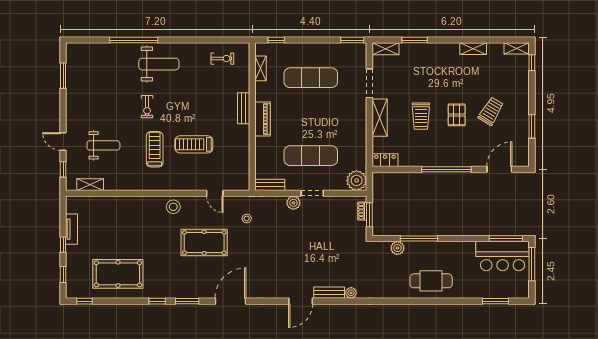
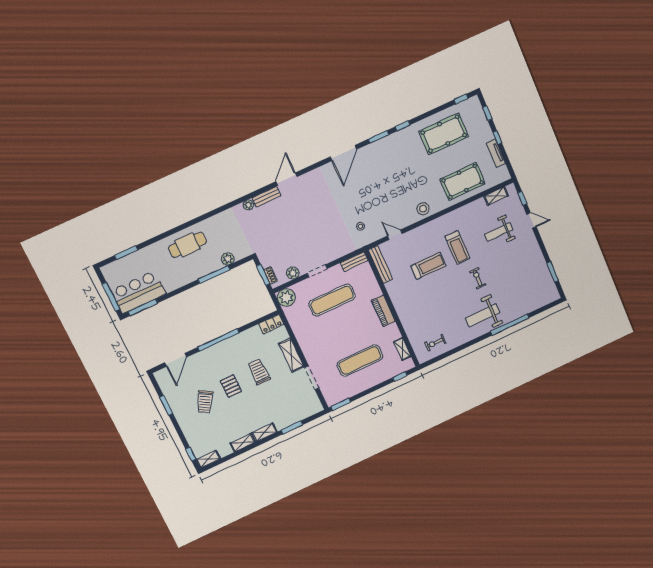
shelving: (385, 49) -> (264, 432), moved
bench: (244, 108) -> (381, 264), moved, width x1.36
plant: (293, 203) -> (293, 273), moved
pool table: (204, 243) -> (463, 181), moved

